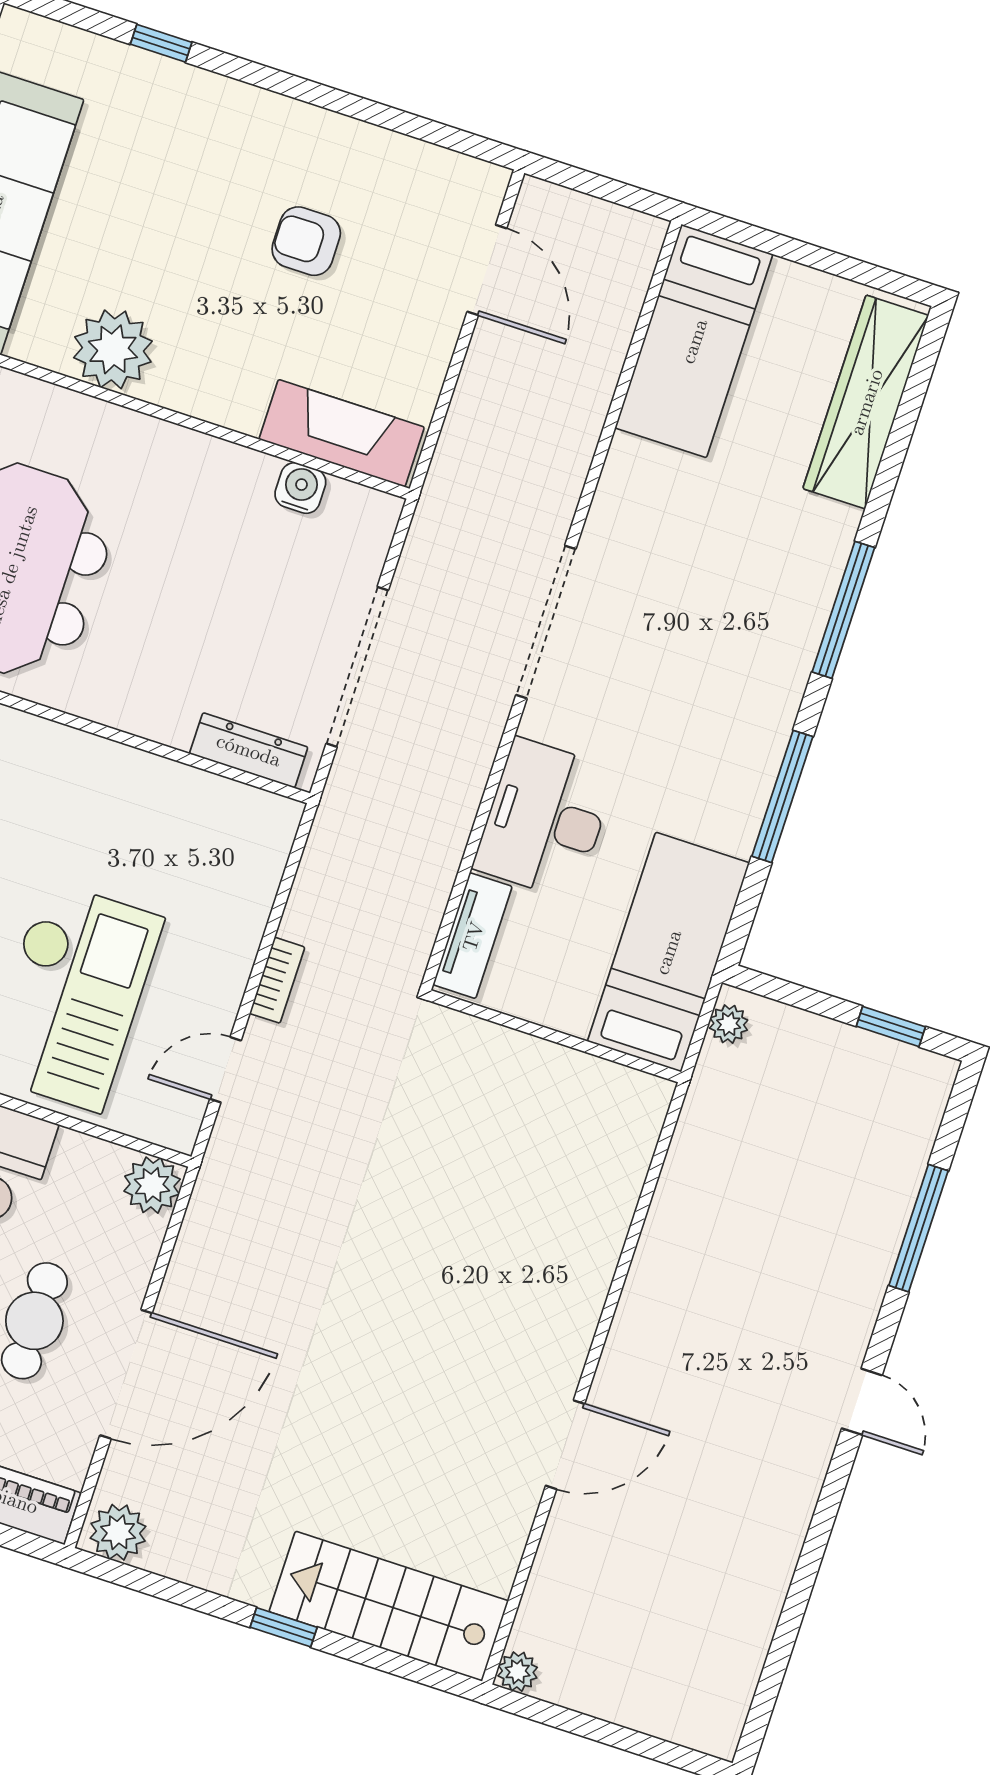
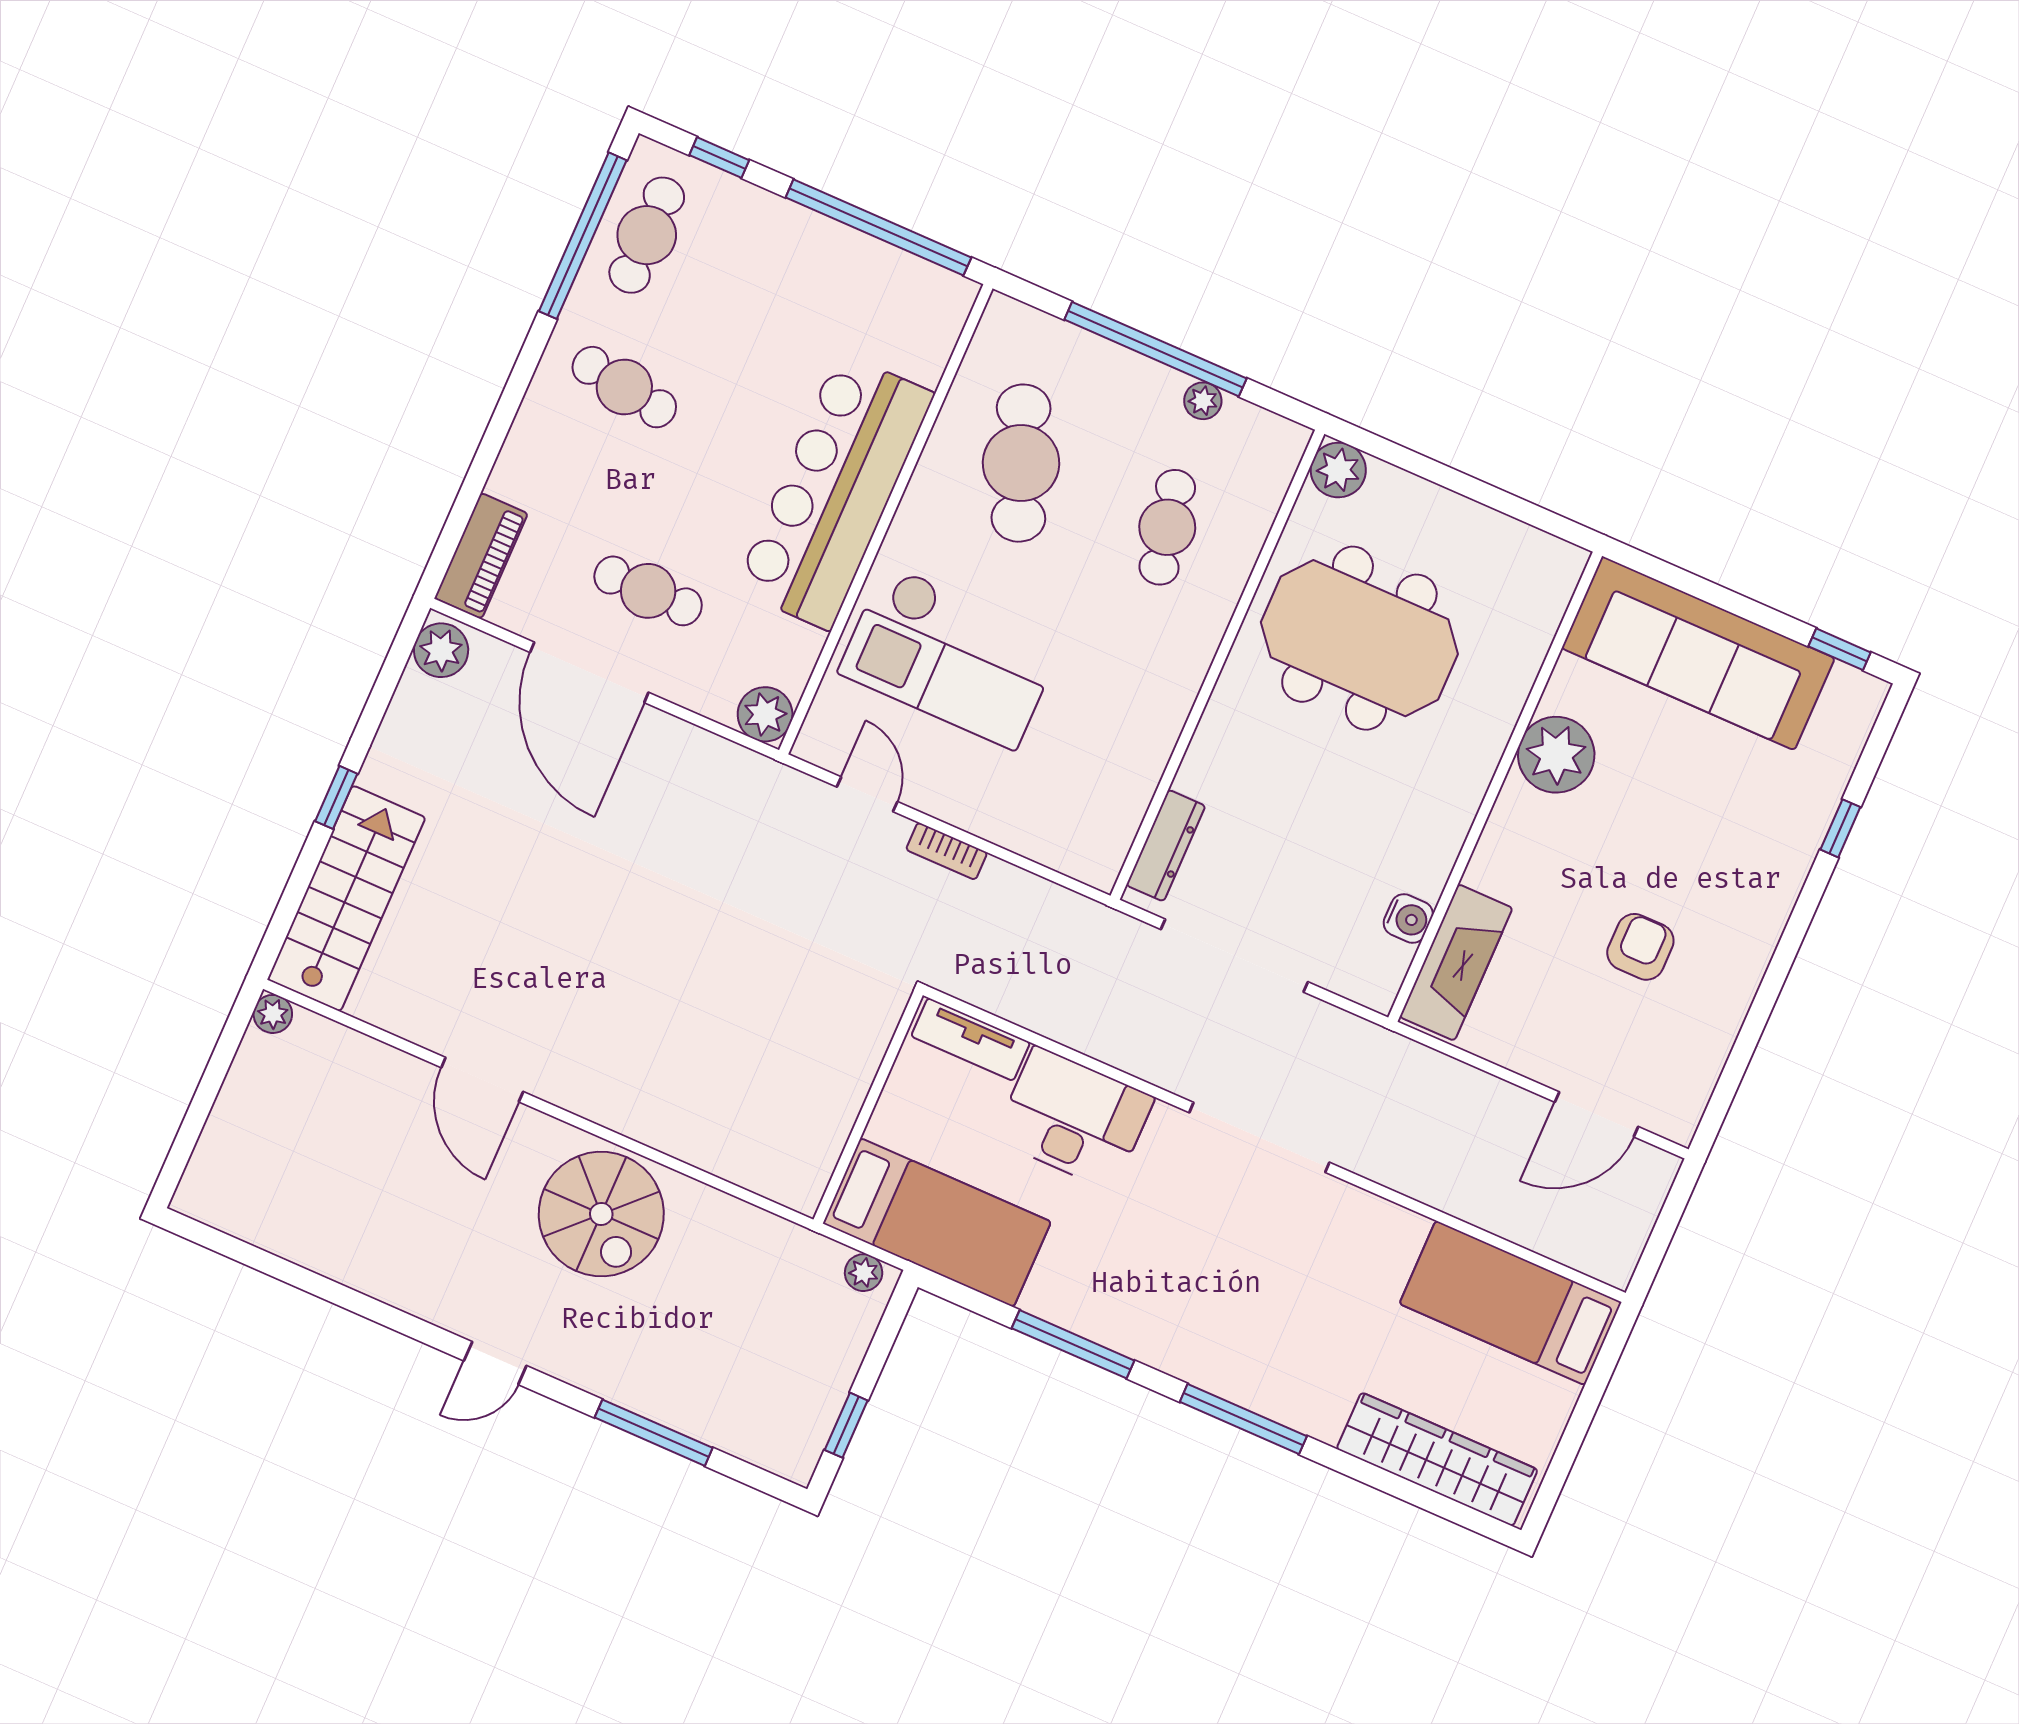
spiral stairs: (694, 1306) -> (601, 1214), added

